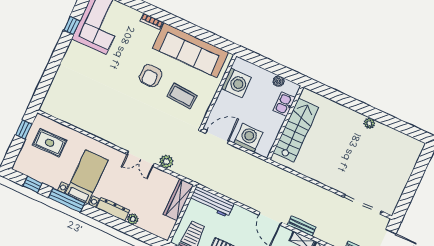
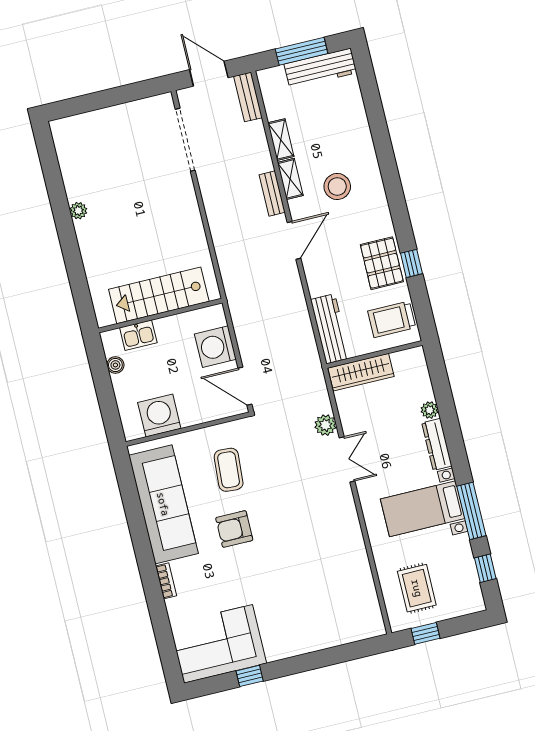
armchair: (151, 76) -> (234, 529), turned 180

